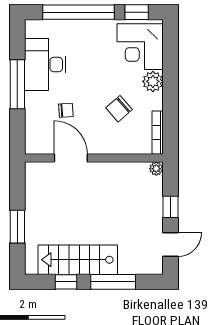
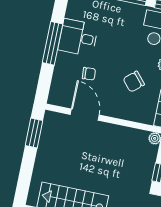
desk: (45, 65) -> (78, 38), width x0.73
window: (17, 227) -> (34, 133), moved

